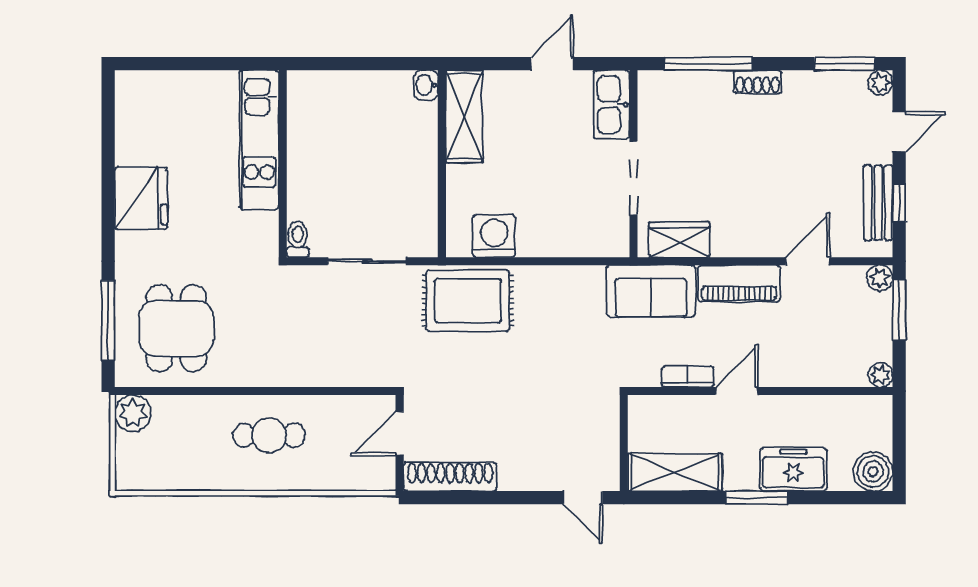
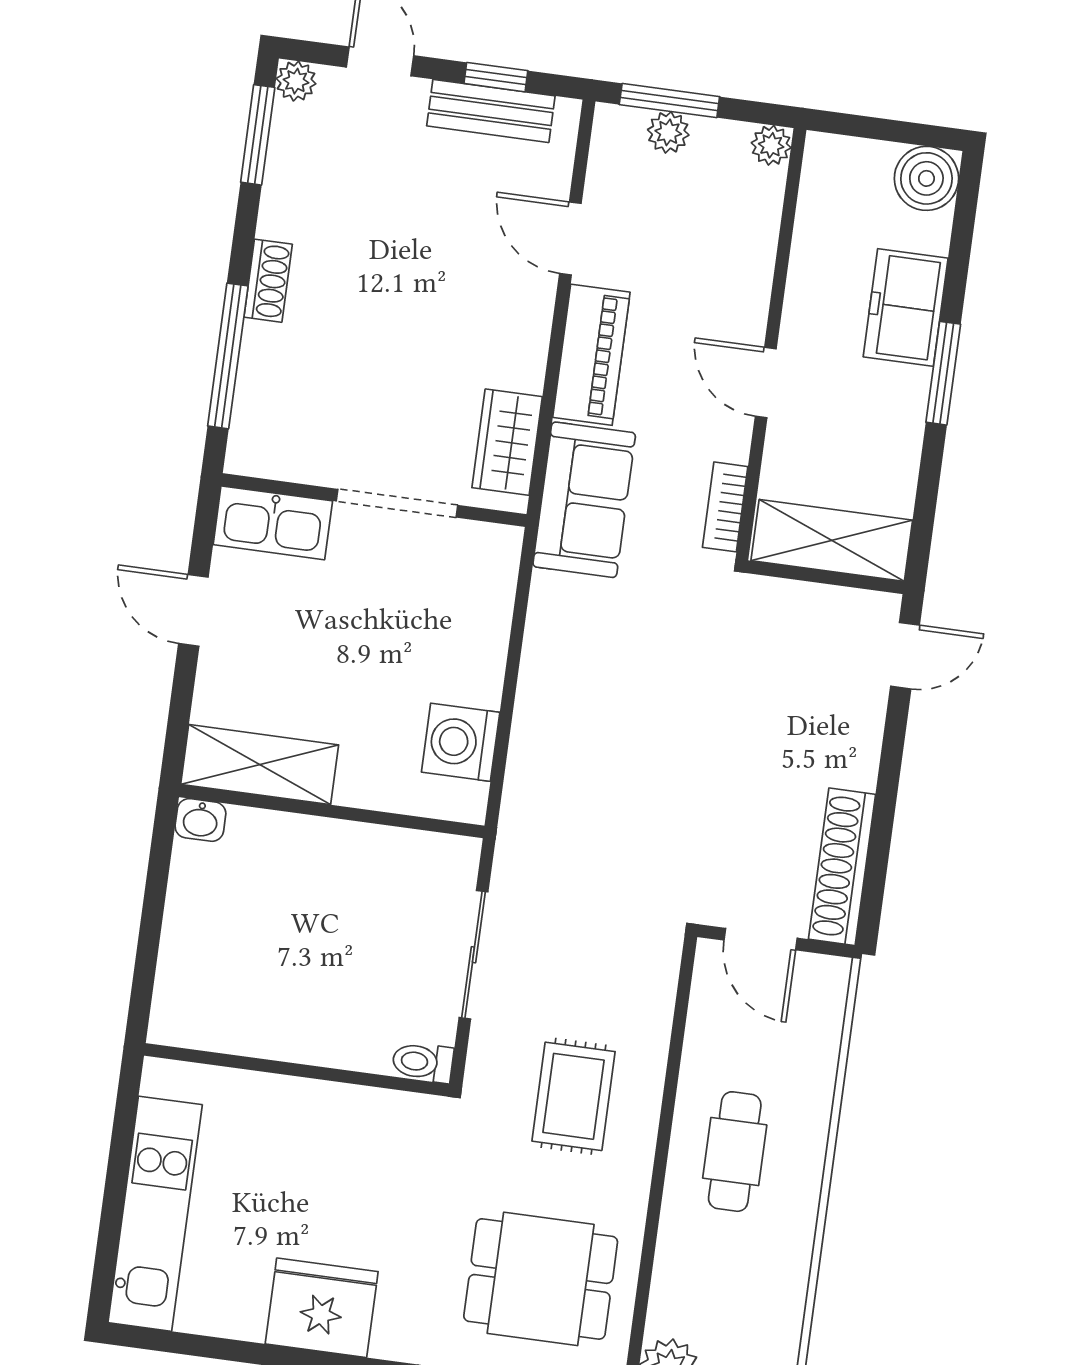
kitchen unit: (259, 140) -> (155, 1214), moved, turned -90
plant: (880, 278) -> (668, 132), moved
rug: (468, 301) -> (574, 1096), moved, width x0.73, depth x0.70
bookcase: (688, 377) -> (725, 507), moved
shelving: (675, 472) -> (832, 540), moved, turned 90

